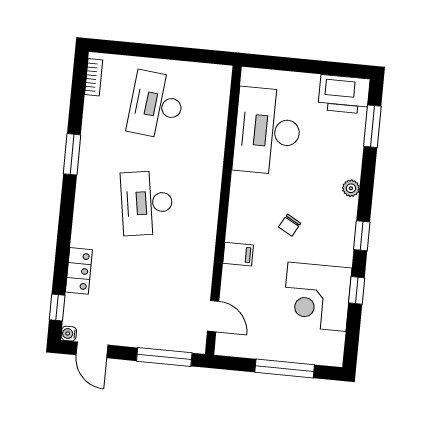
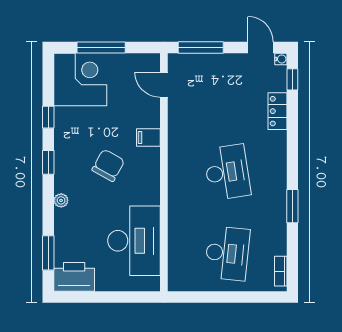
chair: (290, 225) -> (108, 165), width x1.87, depth x1.87
corner desk: (317, 297) -> (80, 79), moved

